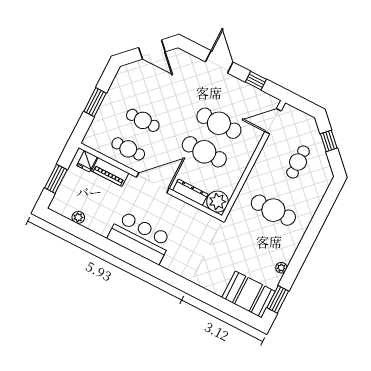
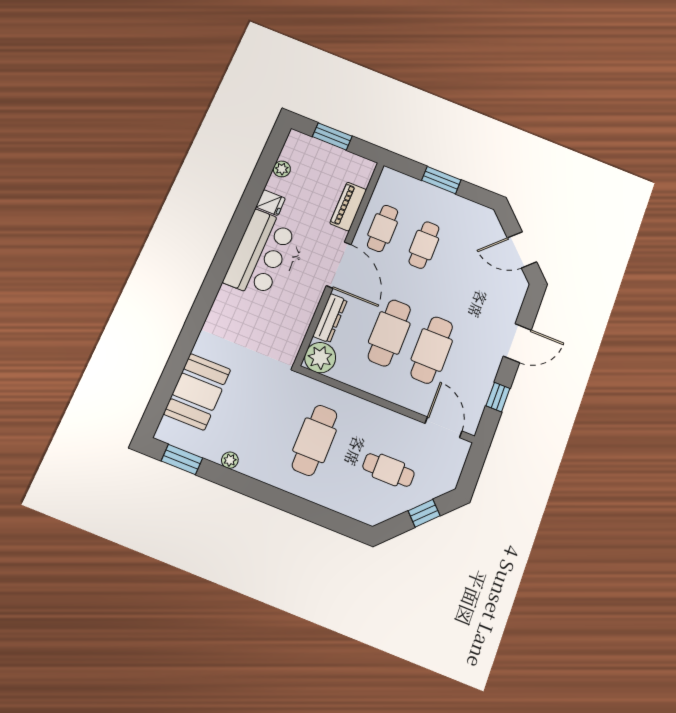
door: (152, 50) -> (522, 250), hinge flipped
fridge: (87, 161) -> (271, 203), moved, turned 180
booth: (249, 294) -> (197, 392), moved

